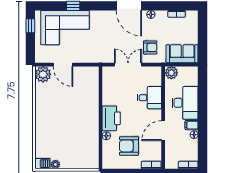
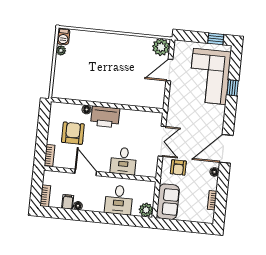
plant: (171, 73) -> (146, 210), moved
desk: (185, 103) -> (119, 200), width x0.73
filing cabinet: (192, 125) -> (68, 202), moved

